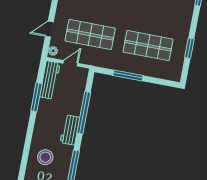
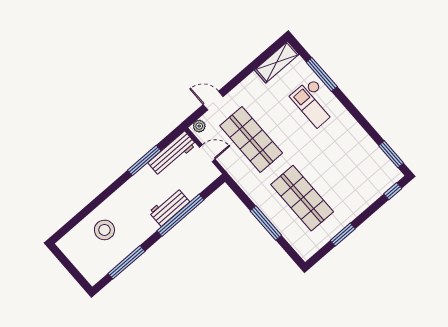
window: (128, 75) -> (266, 223), moved
workbench: (70, 130) -> (169, 207), moved

